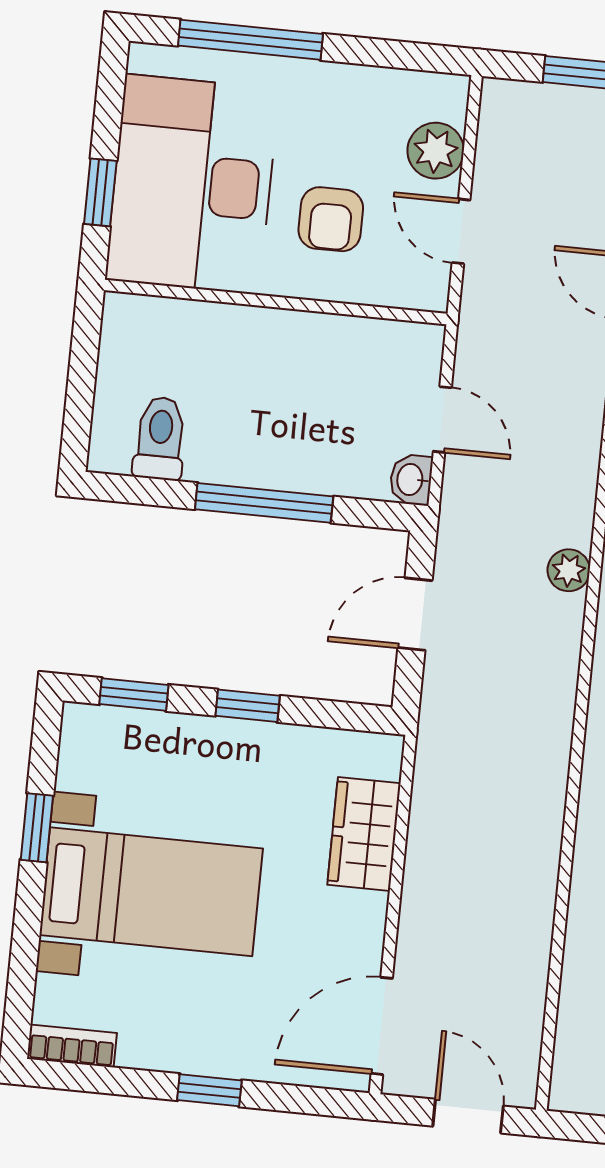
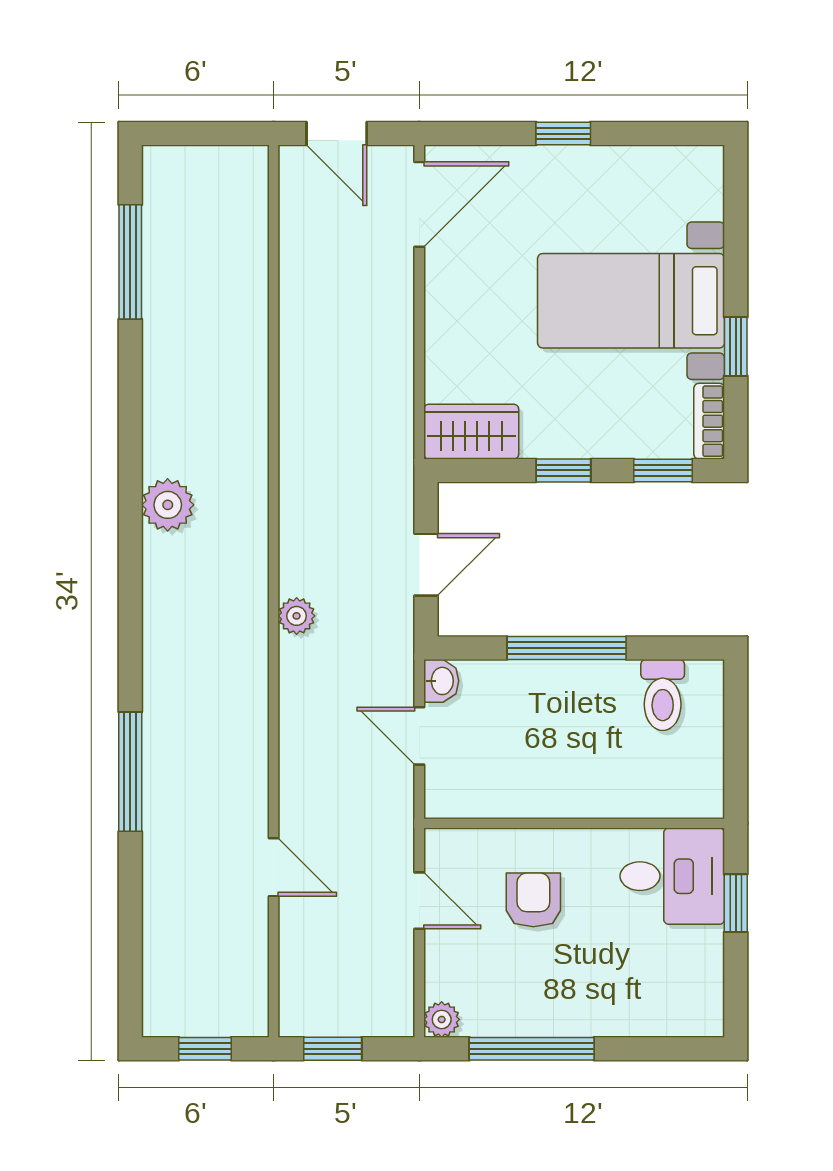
window: (250, 40) -> (532, 1049), moved
plant: (436, 151) -> (442, 1019), moved, width x0.73, depth x0.73
desk: (192, 184) -> (672, 876), width x0.53, depth x0.77
wardrobe: (364, 834) -> (471, 432), moved, turned -90
bookcase: (72, 1046) -> (709, 421), moved, turned 90

